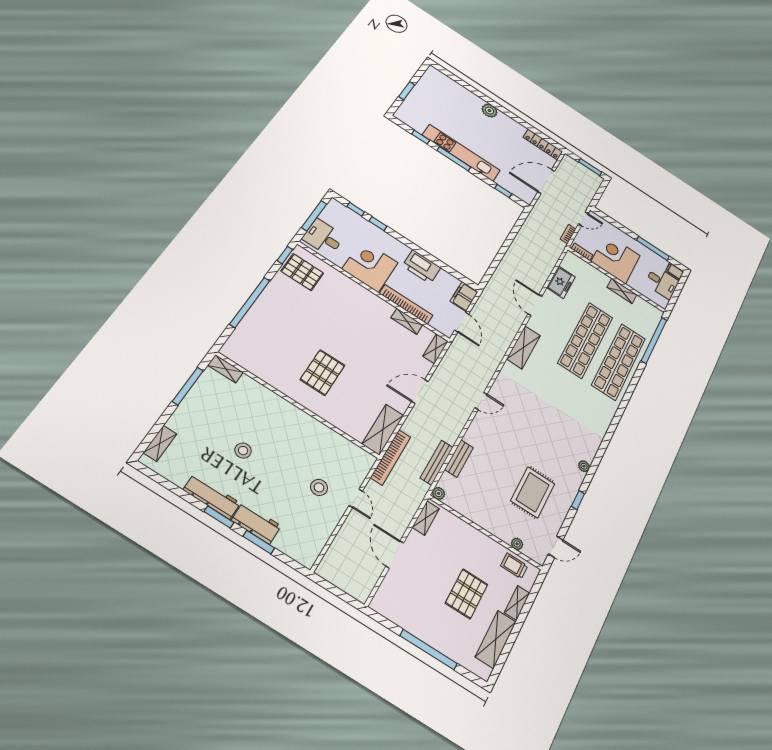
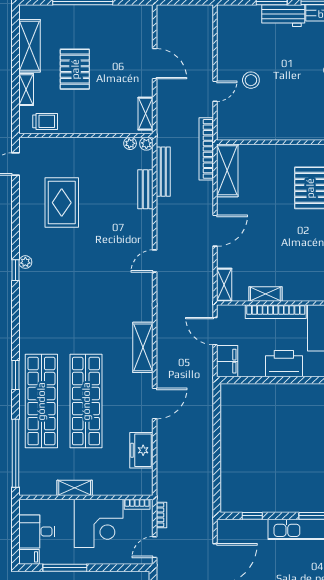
door: (535, 305) -> (155, 403), hinge flipped
window: (630, 392) -> (16, 375), added
door: (356, 498) -> (215, 91), swing flipped
window: (578, 500) -> (16, 270), moved
plant: (517, 544) -> (130, 143), moved

